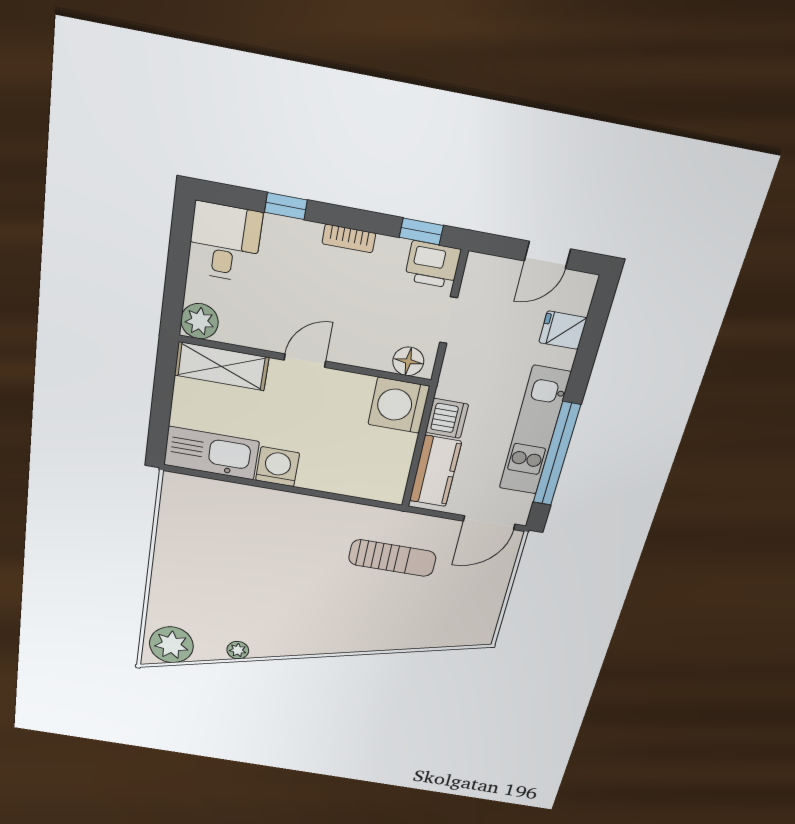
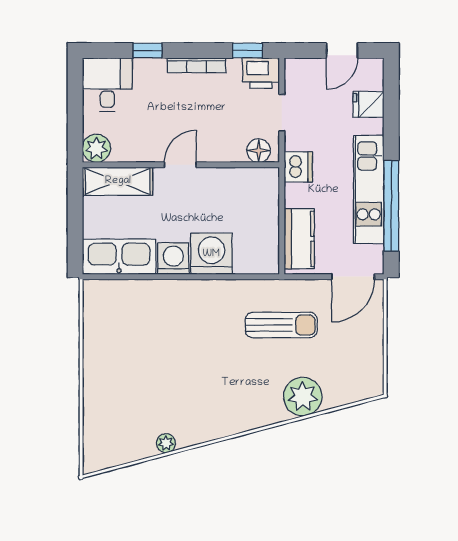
bookcase: (349, 238) -> (197, 65), width x1.56
washing machine: (399, 405) -> (211, 254), moved, turned 90
dishwasher: (447, 418) -> (298, 167), moved
plant: (171, 645) -> (303, 397), moved

